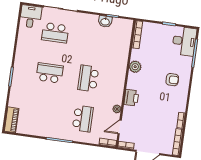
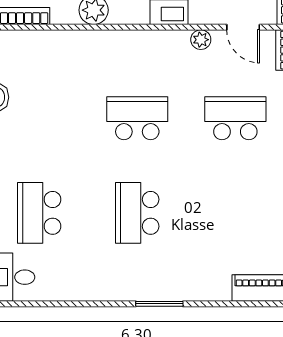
school desk: (55, 33) -> (39, 213), turned 180
school desk: (88, 78) -> (137, 118), turned 180

